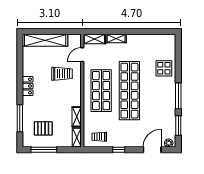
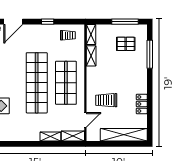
locker: (28, 86) -> (142, 104), moved

